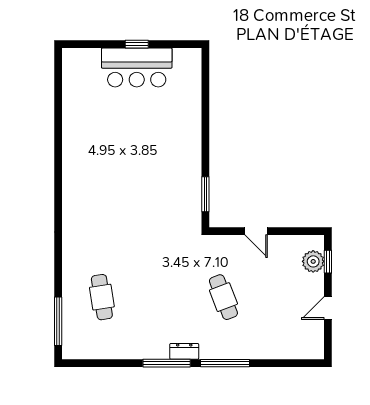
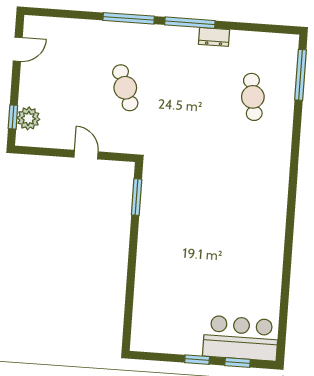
window: (98, 44) -> (237, 362), added
bar counter: (137, 68) -> (241, 338), moved
door: (328, 308) -> (18, 49), moved
dresser: (184, 351) -> (214, 37), moved

